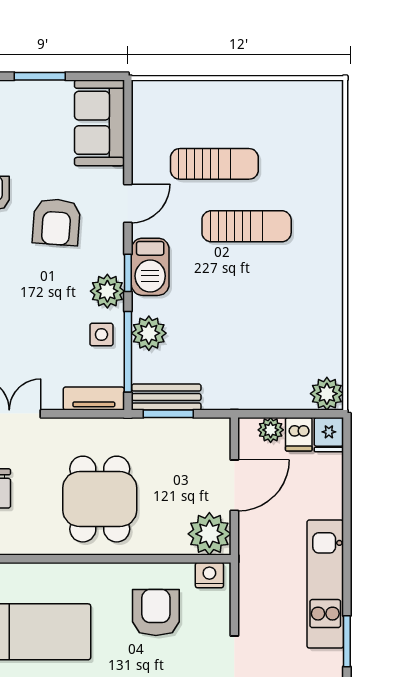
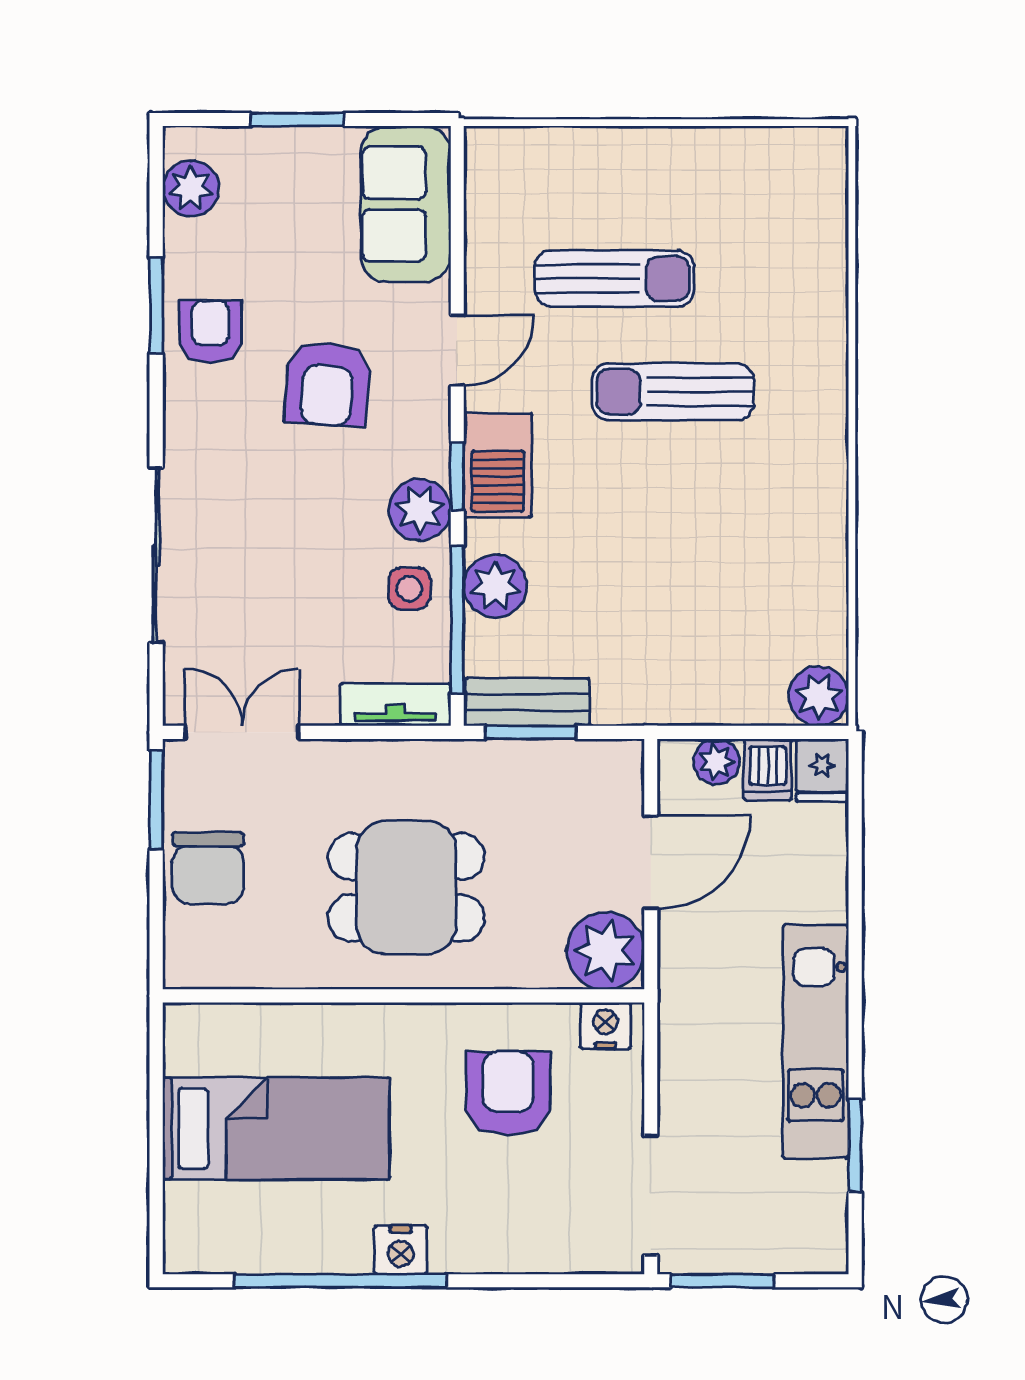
sun lounger: (247, 226) -> (673, 392), turned 180
dining table: (100, 499) -> (406, 887), turned 90

